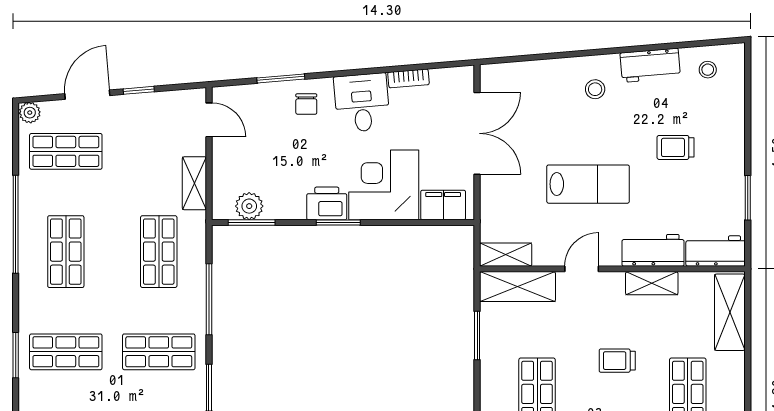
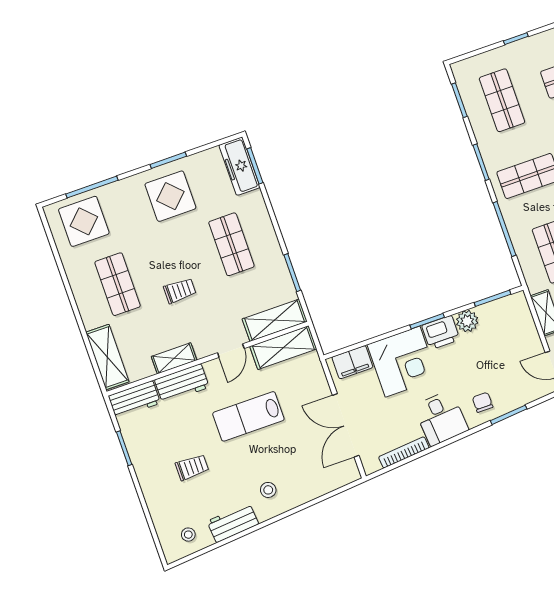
bookcase: (408, 78) -> (404, 452), width x1.56
plant: (249, 206) -> (467, 321), moved
shelving: (506, 255) -> (283, 348), width x1.50, depth x1.33

